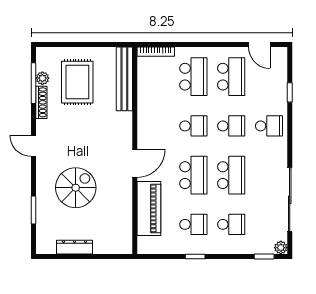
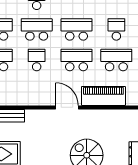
school desk: (231, 126) -> (37, 29), width x1.85
school desk: (193, 224) -> (116, 60), width x1.85

